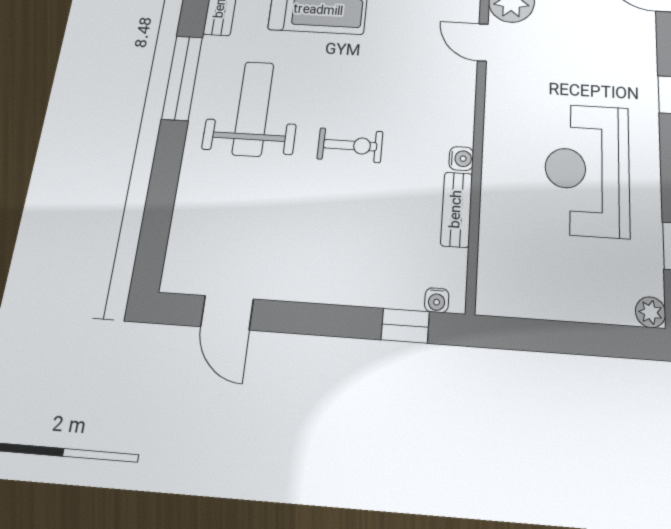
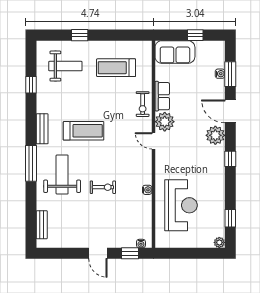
plant: (634, 38) -> (215, 135), added
reception desk: (587, 169) -> (181, 205), moved, turned 180
bench: (457, 209) -> (42, 225), moved
door: (227, 313) -> (98, 253), moved

